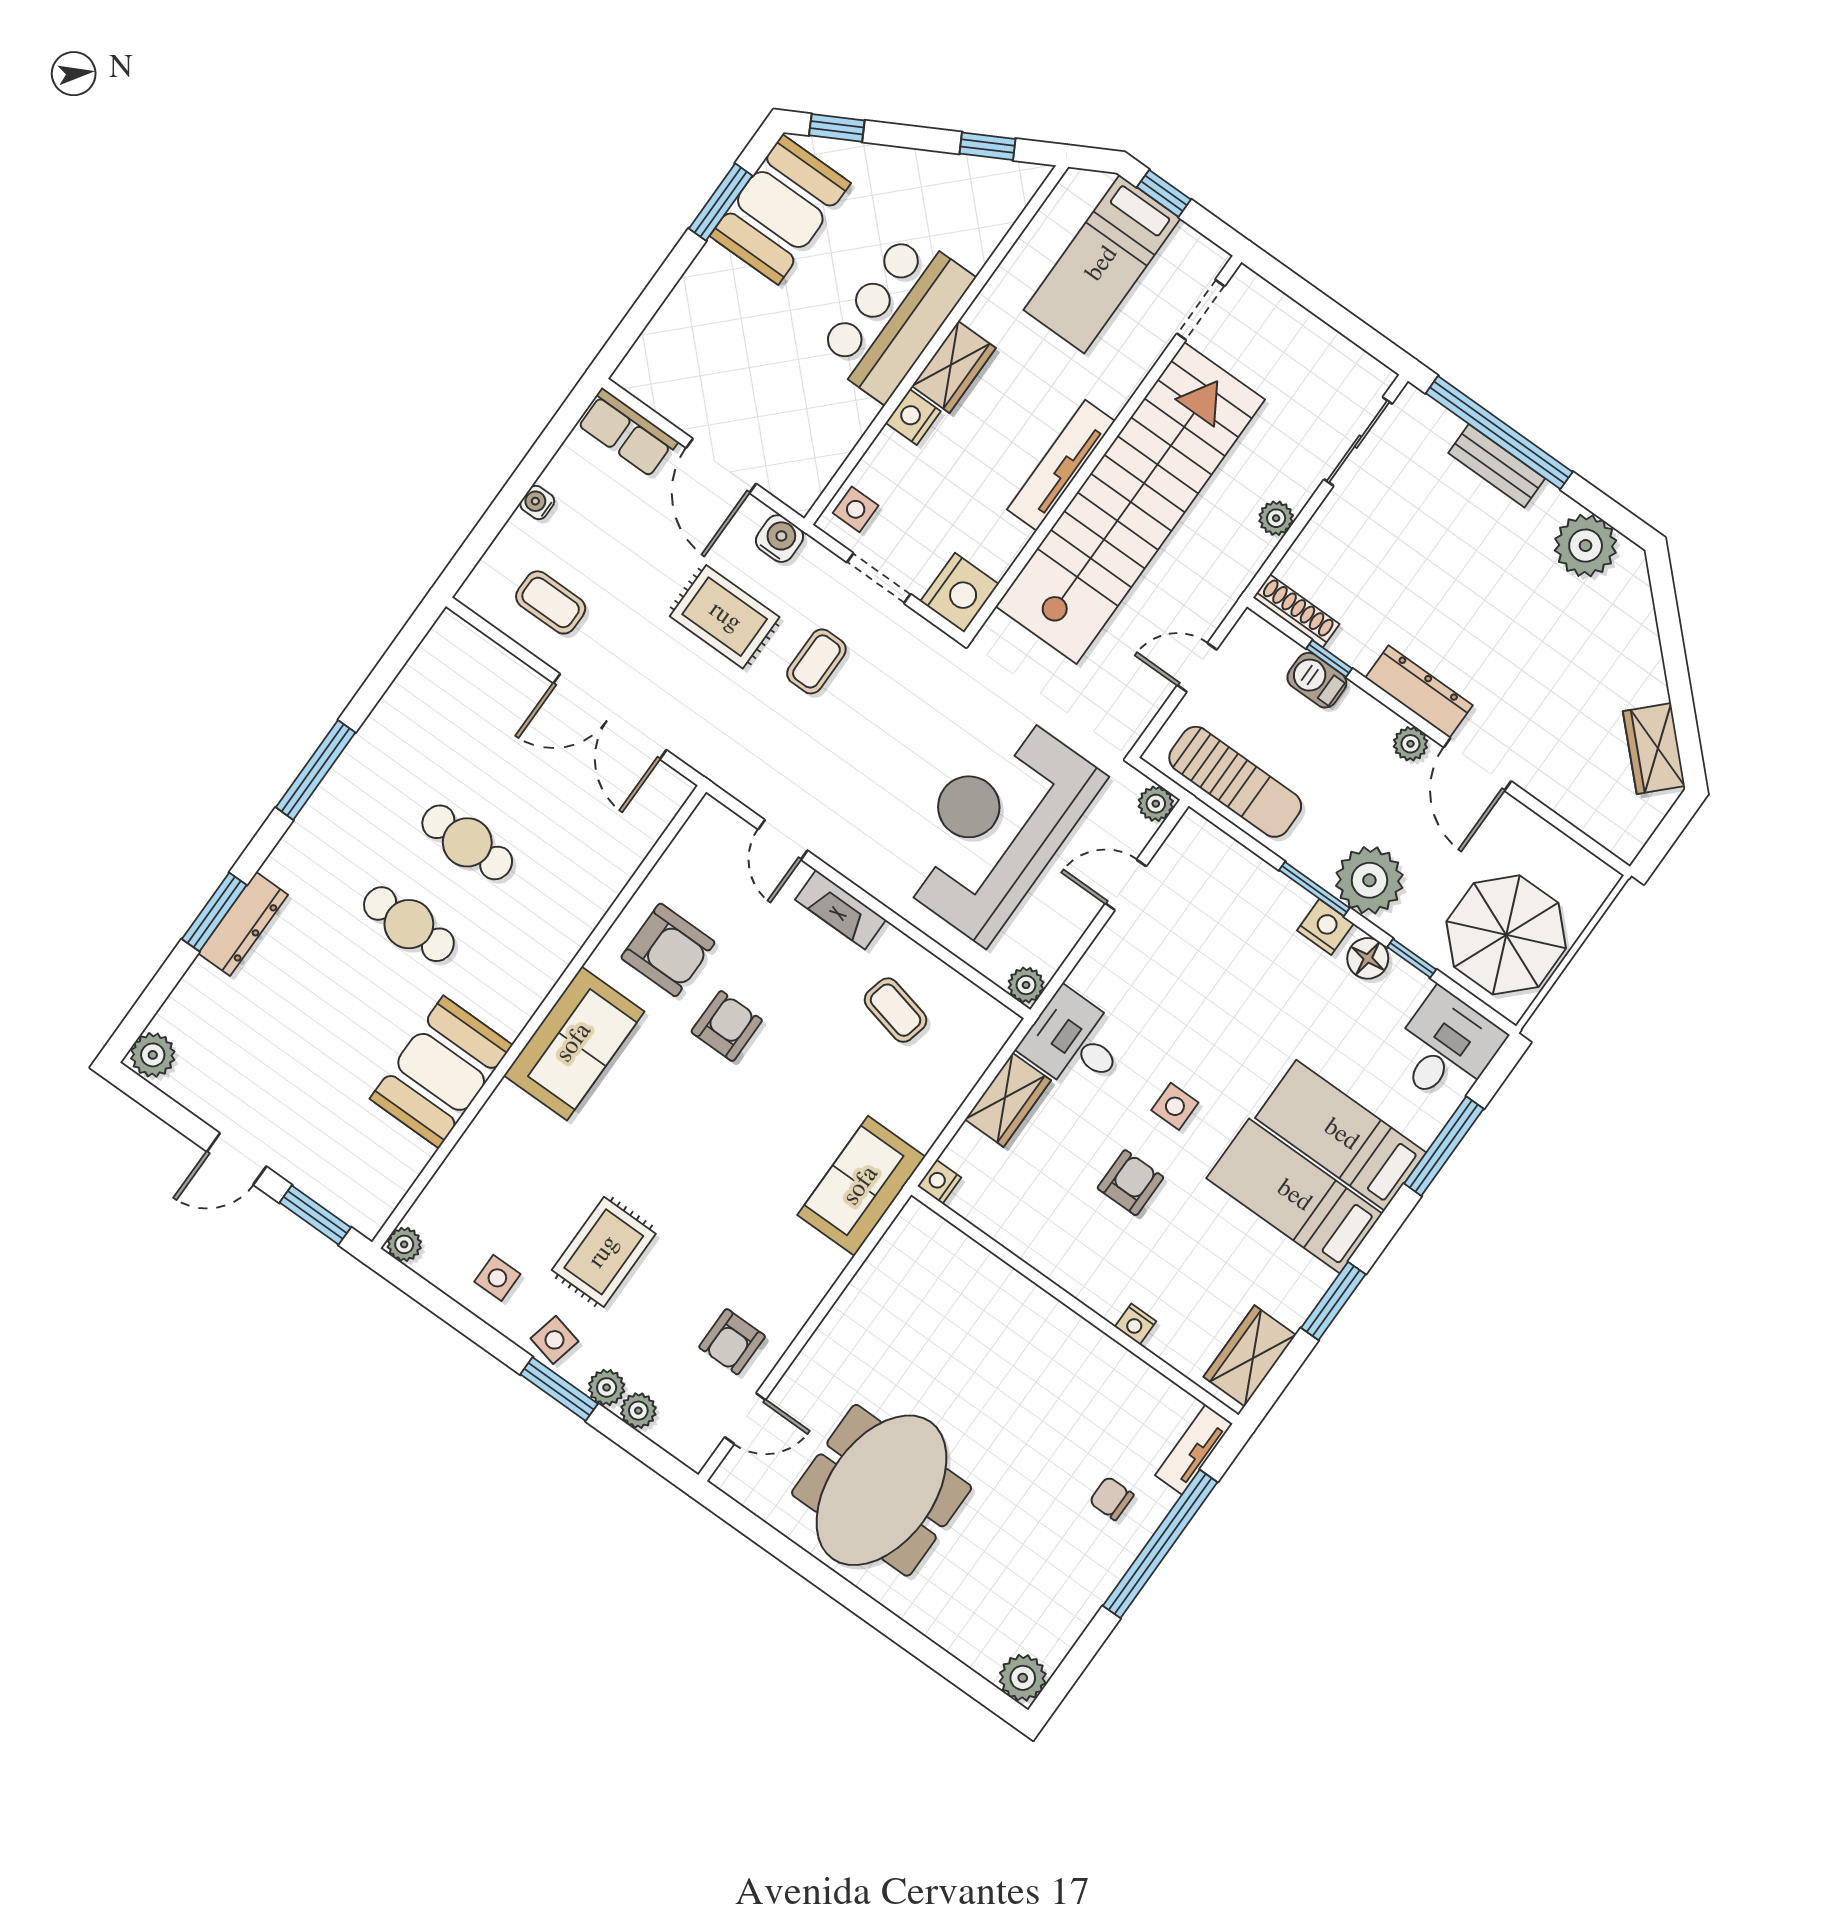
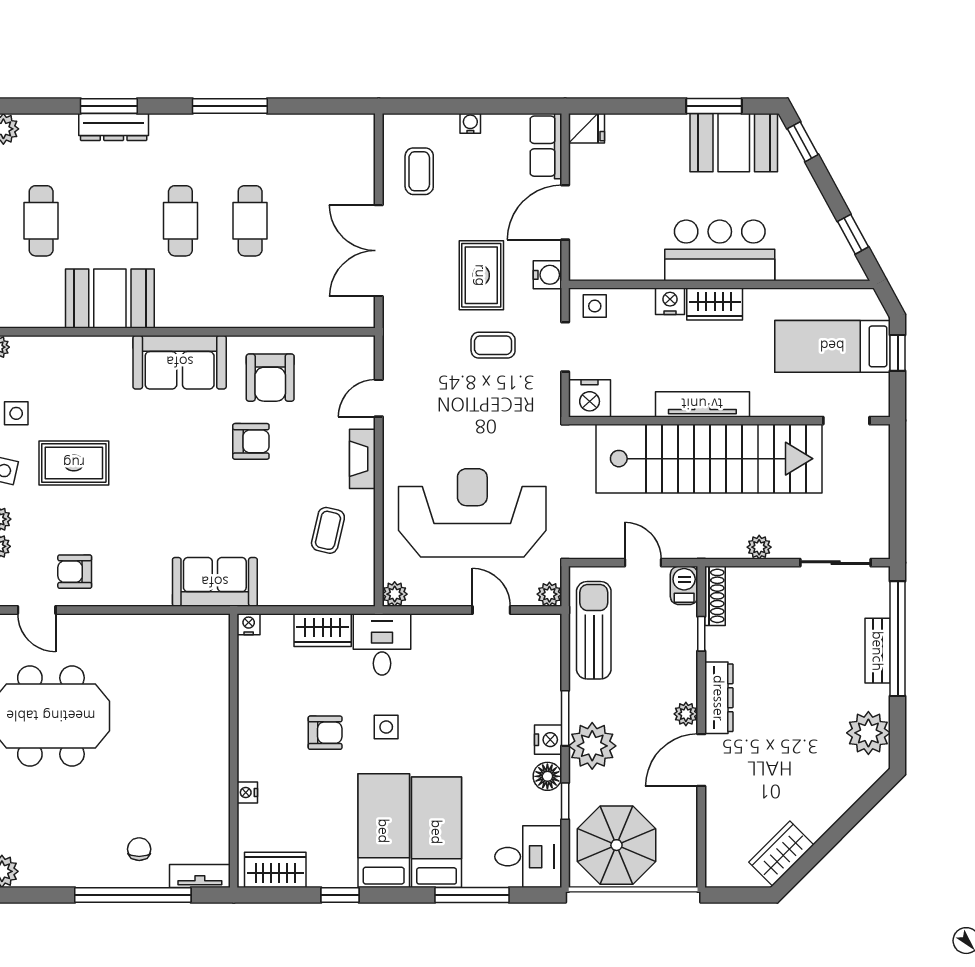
fridge: (640, 370) -> (586, 128), added
barbecue: (1317, 680) -> (684, 585), moved
sun lounger: (1235, 782) -> (594, 630), turned 180
cafe table: (292, 1088) -> (41, 221), added
window: (1333, 1301) -> (340, 895), width x0.67

